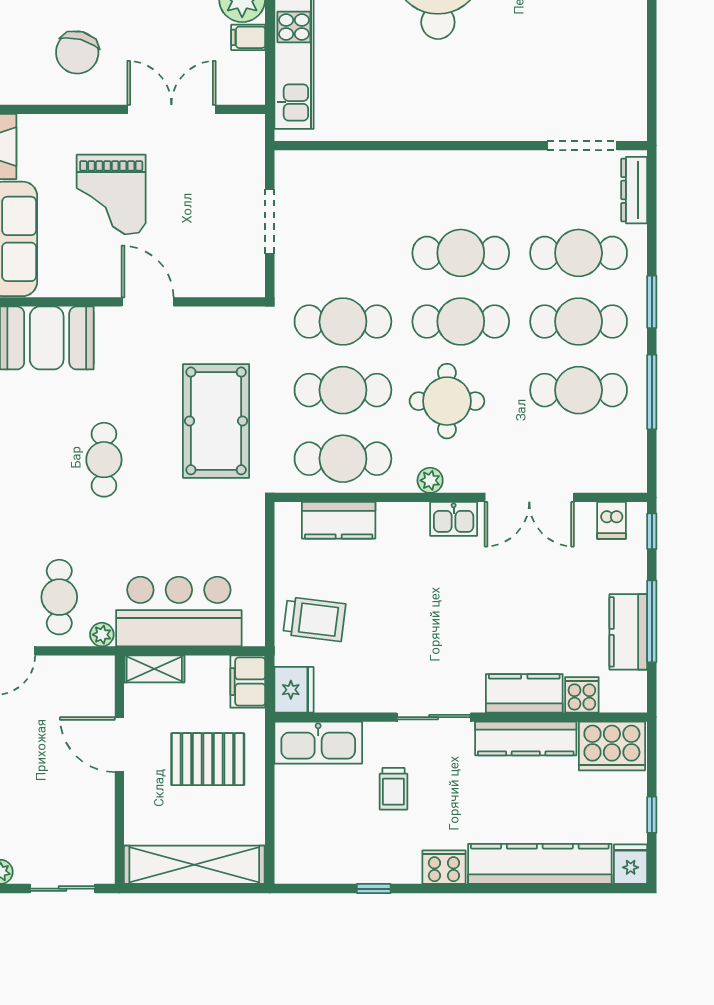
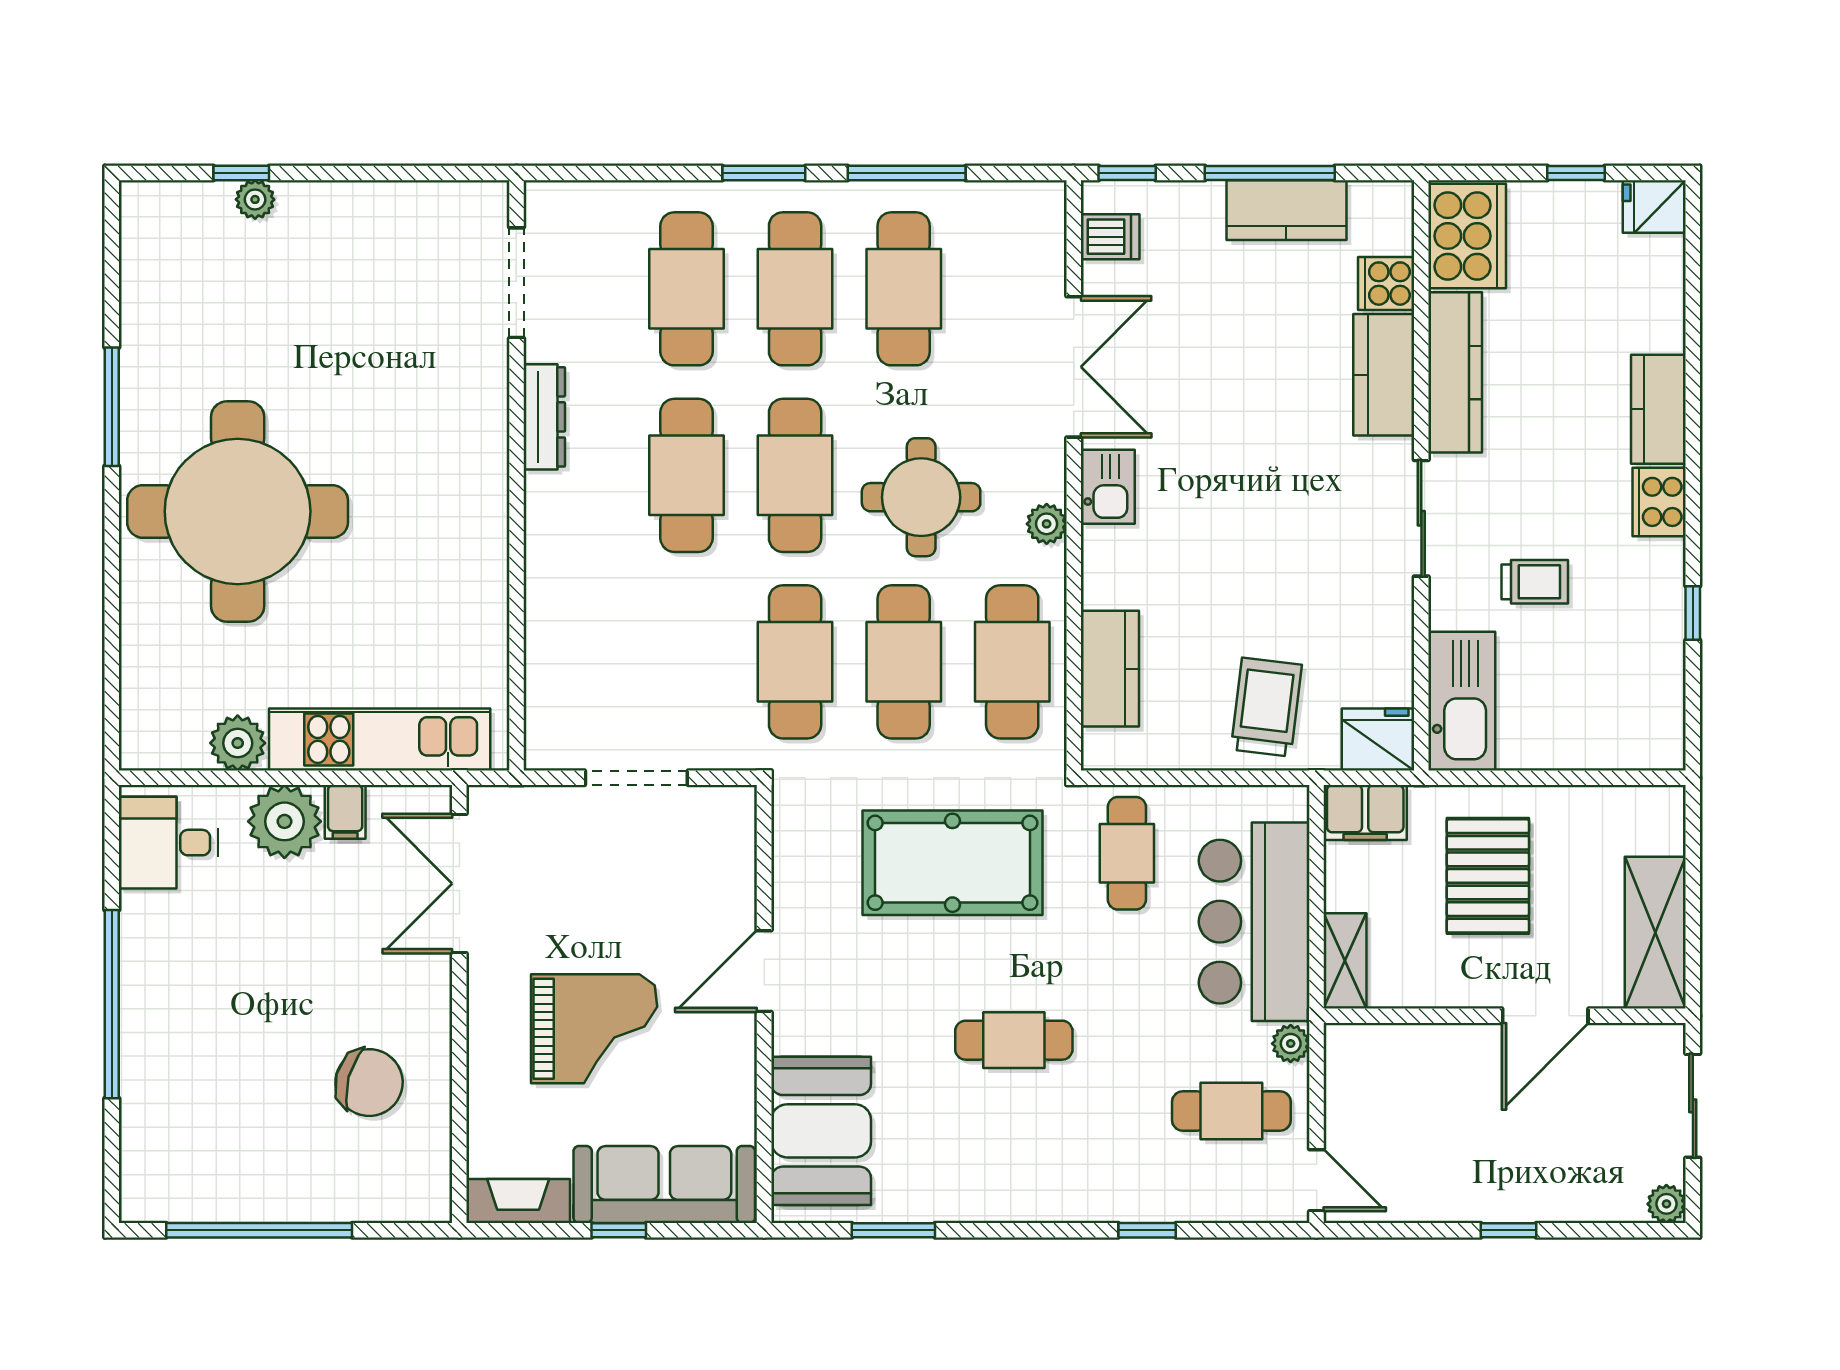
double door: (171, 109) -> (459, 884), moved
dresser: (634, 190) -> (544, 417), moved, turned -90
cafe table: (222, 531) -> (1127, 853), added
door: (119, 745) -> (1545, 1016), moved
kitchen counter: (540, 864) -> (1658, 409), width x0.48, depth x0.86
shelving: (194, 865) -> (1655, 933), width x0.68

